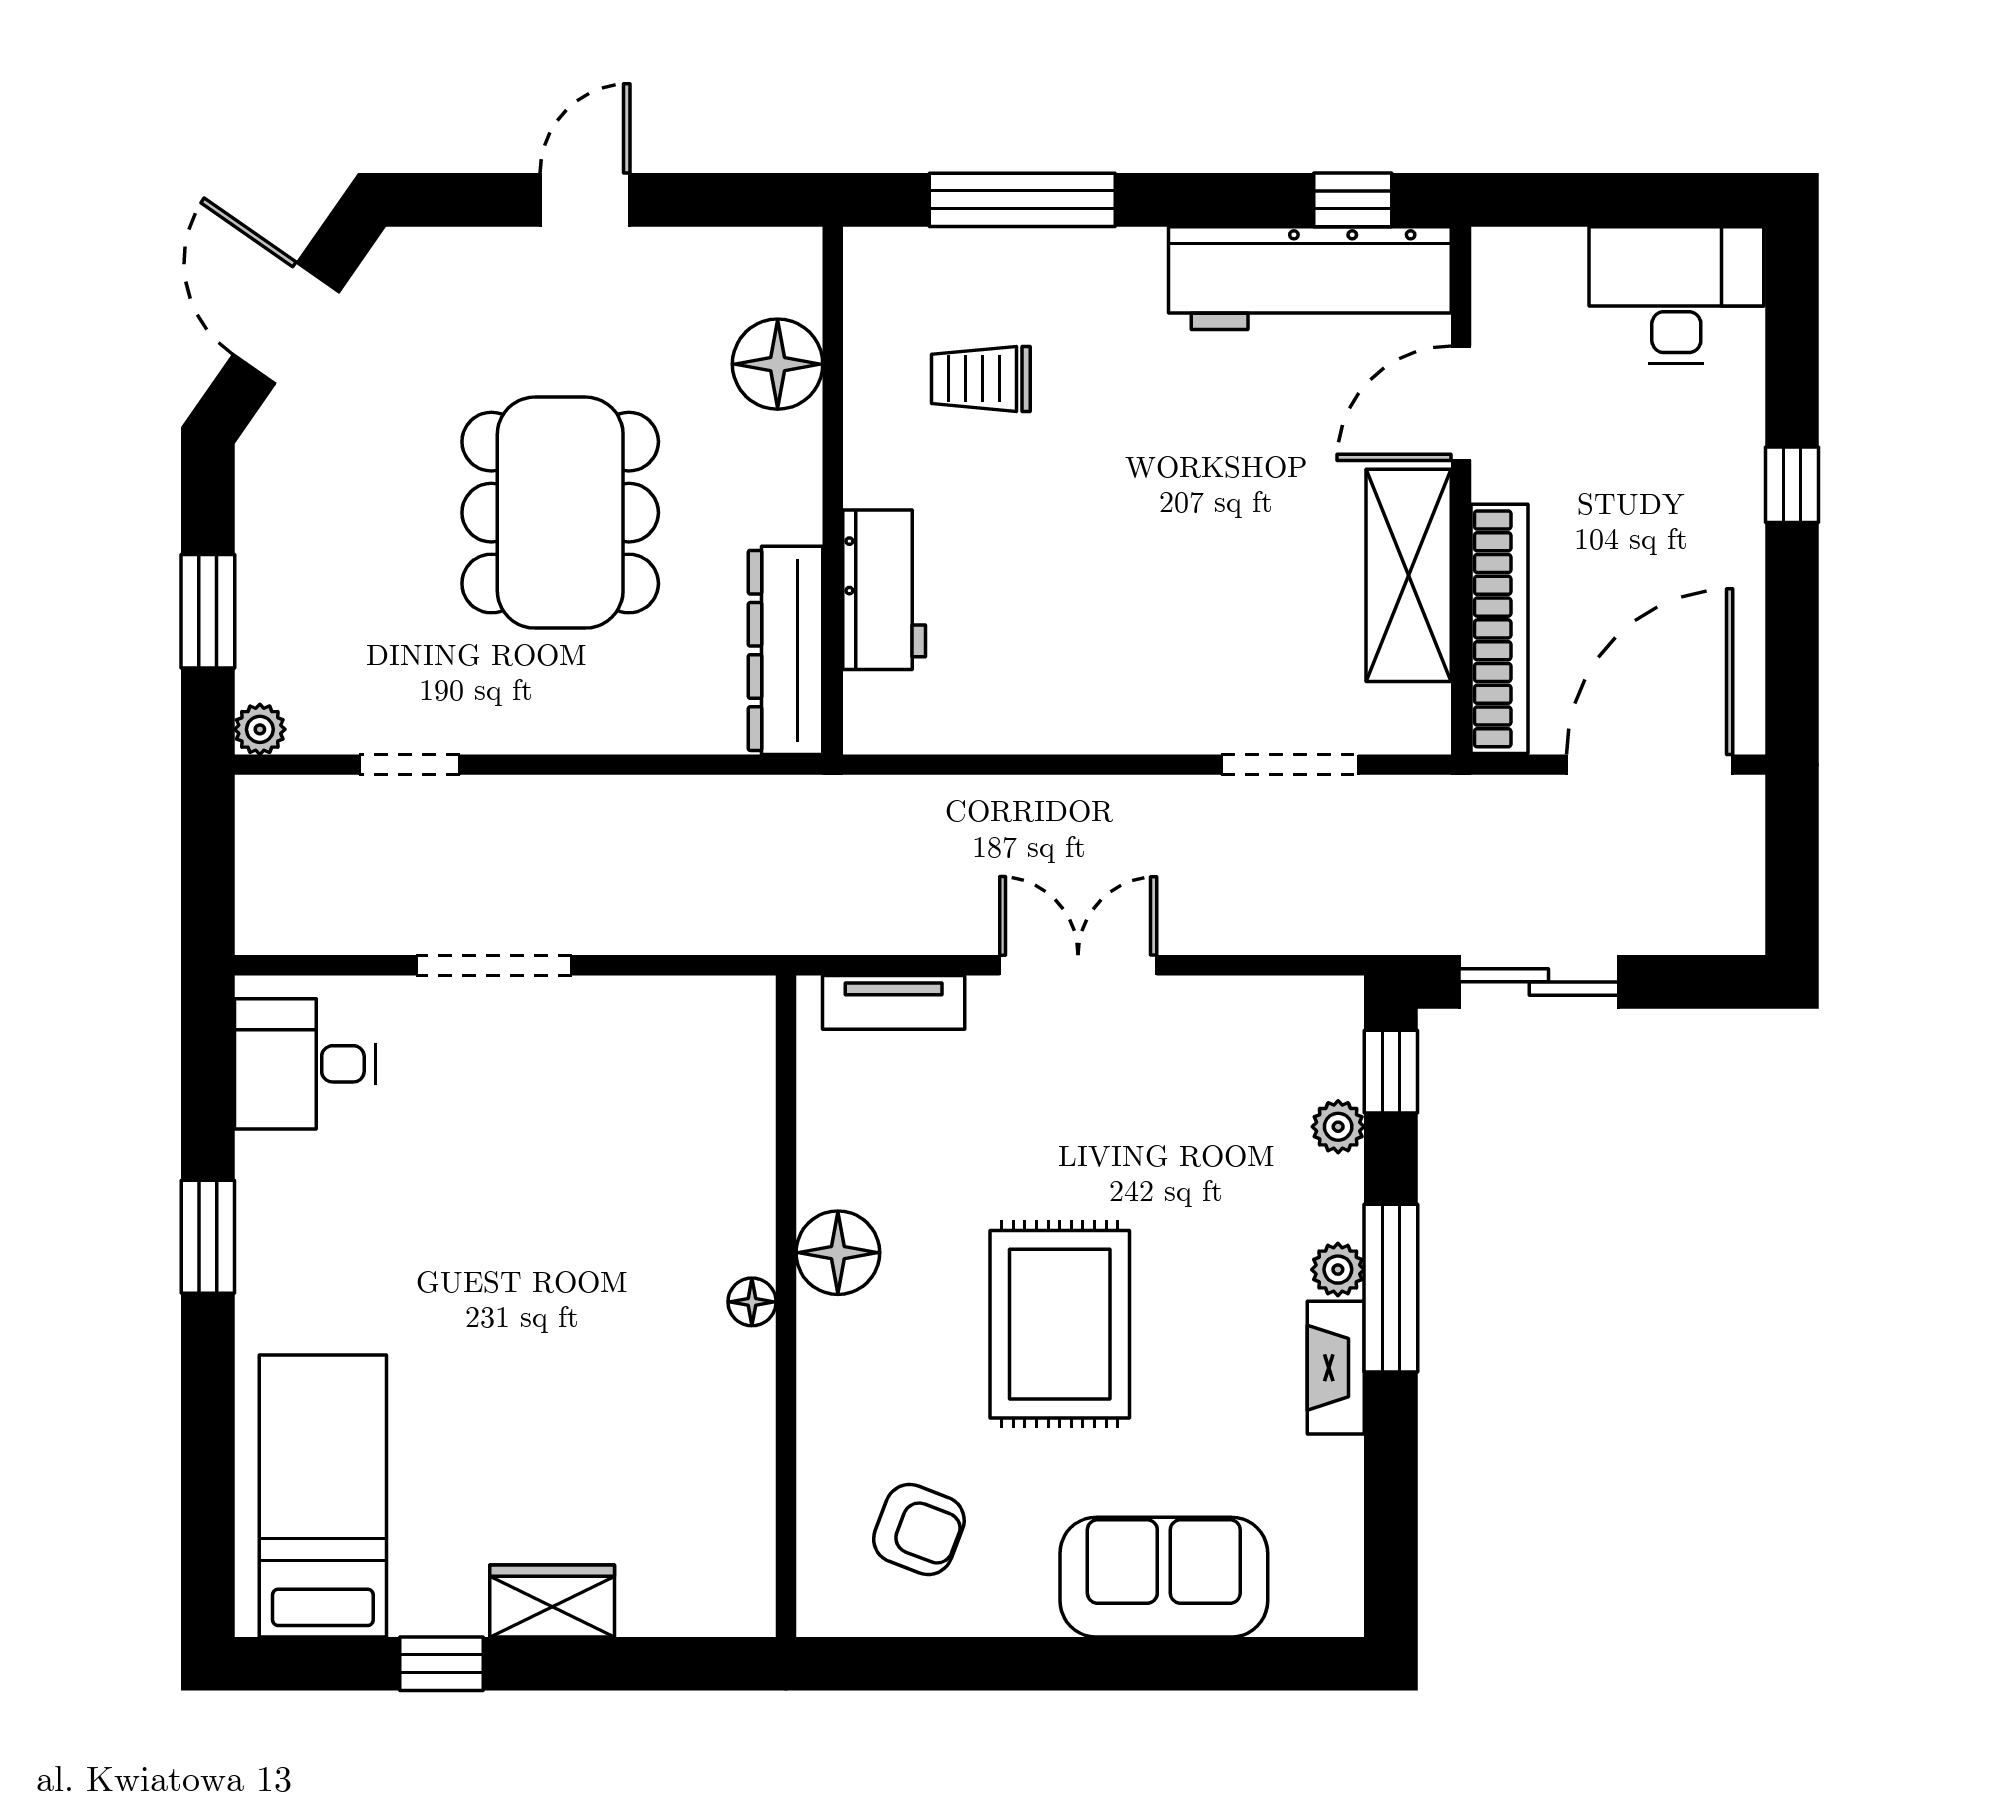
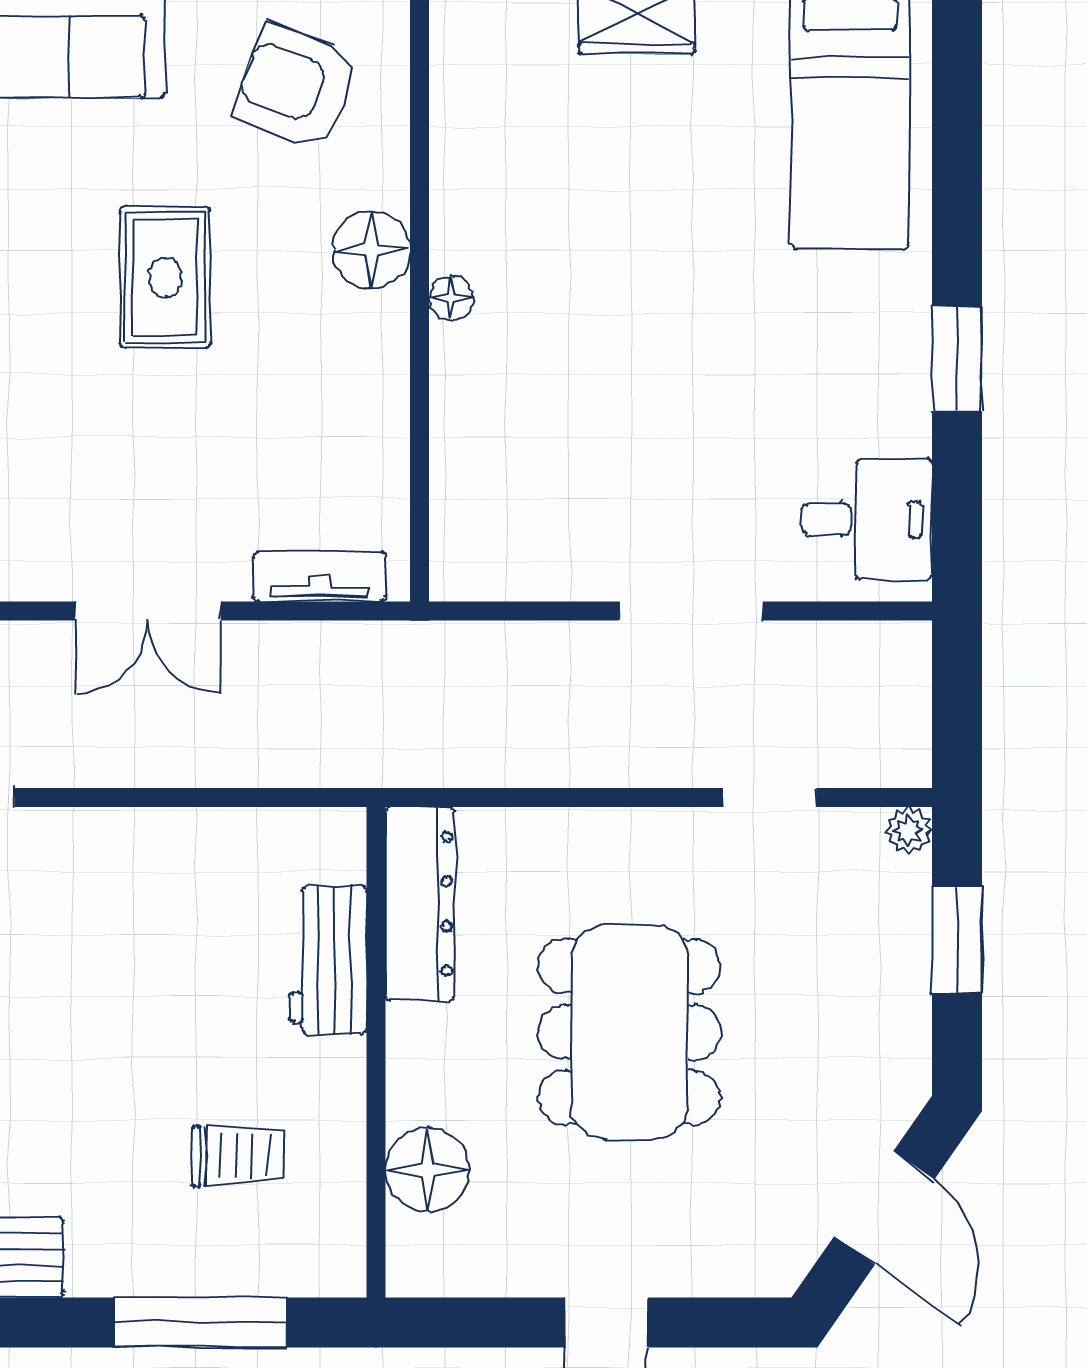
floor lamp: (838, 1253) -> (371, 250), moved
rug: (1060, 1324) -> (165, 277), width x0.73, depth x0.70
armchair: (919, 1529) -> (296, 87), width x1.38, depth x1.38

